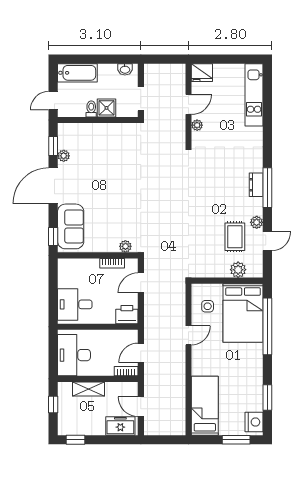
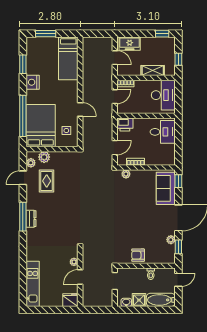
shower: (107, 108) -> (139, 300), moved
armchair: (109, 135) -> (138, 255), added
plant: (257, 222) -> (31, 163), moved
door: (189, 335) -> (80, 109), swing flipped
nightstand: (254, 422) -> (33, 82), moved

